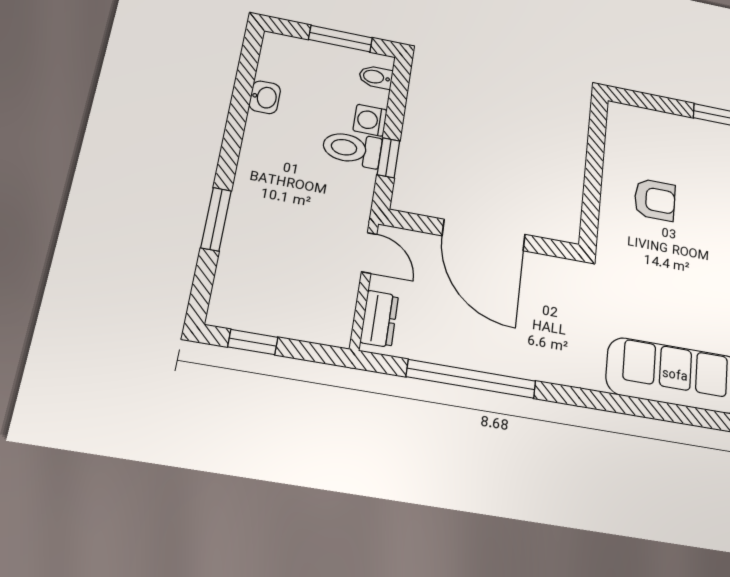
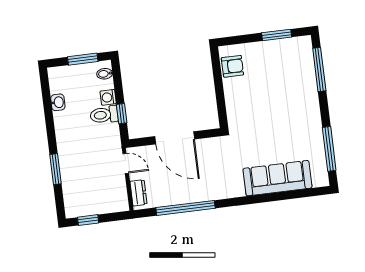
armchair: (655, 200) -> (232, 66), moved

